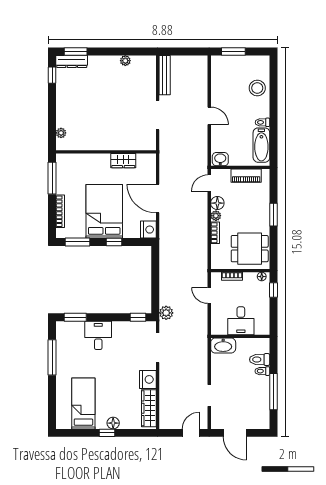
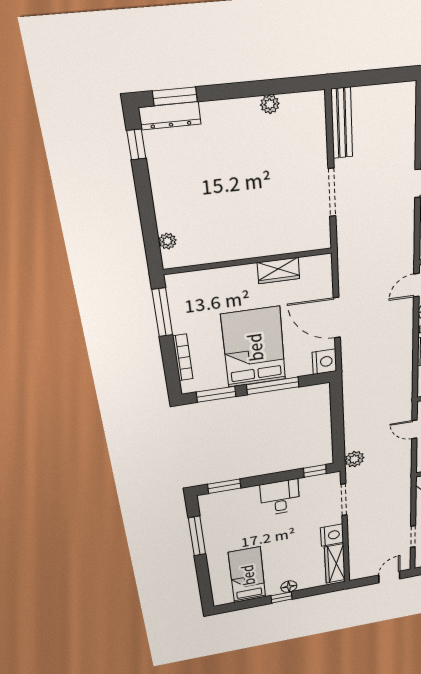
window: (114, 242) -> (273, 386), width x2.17
desk: (98, 335) -> (280, 497), moved

